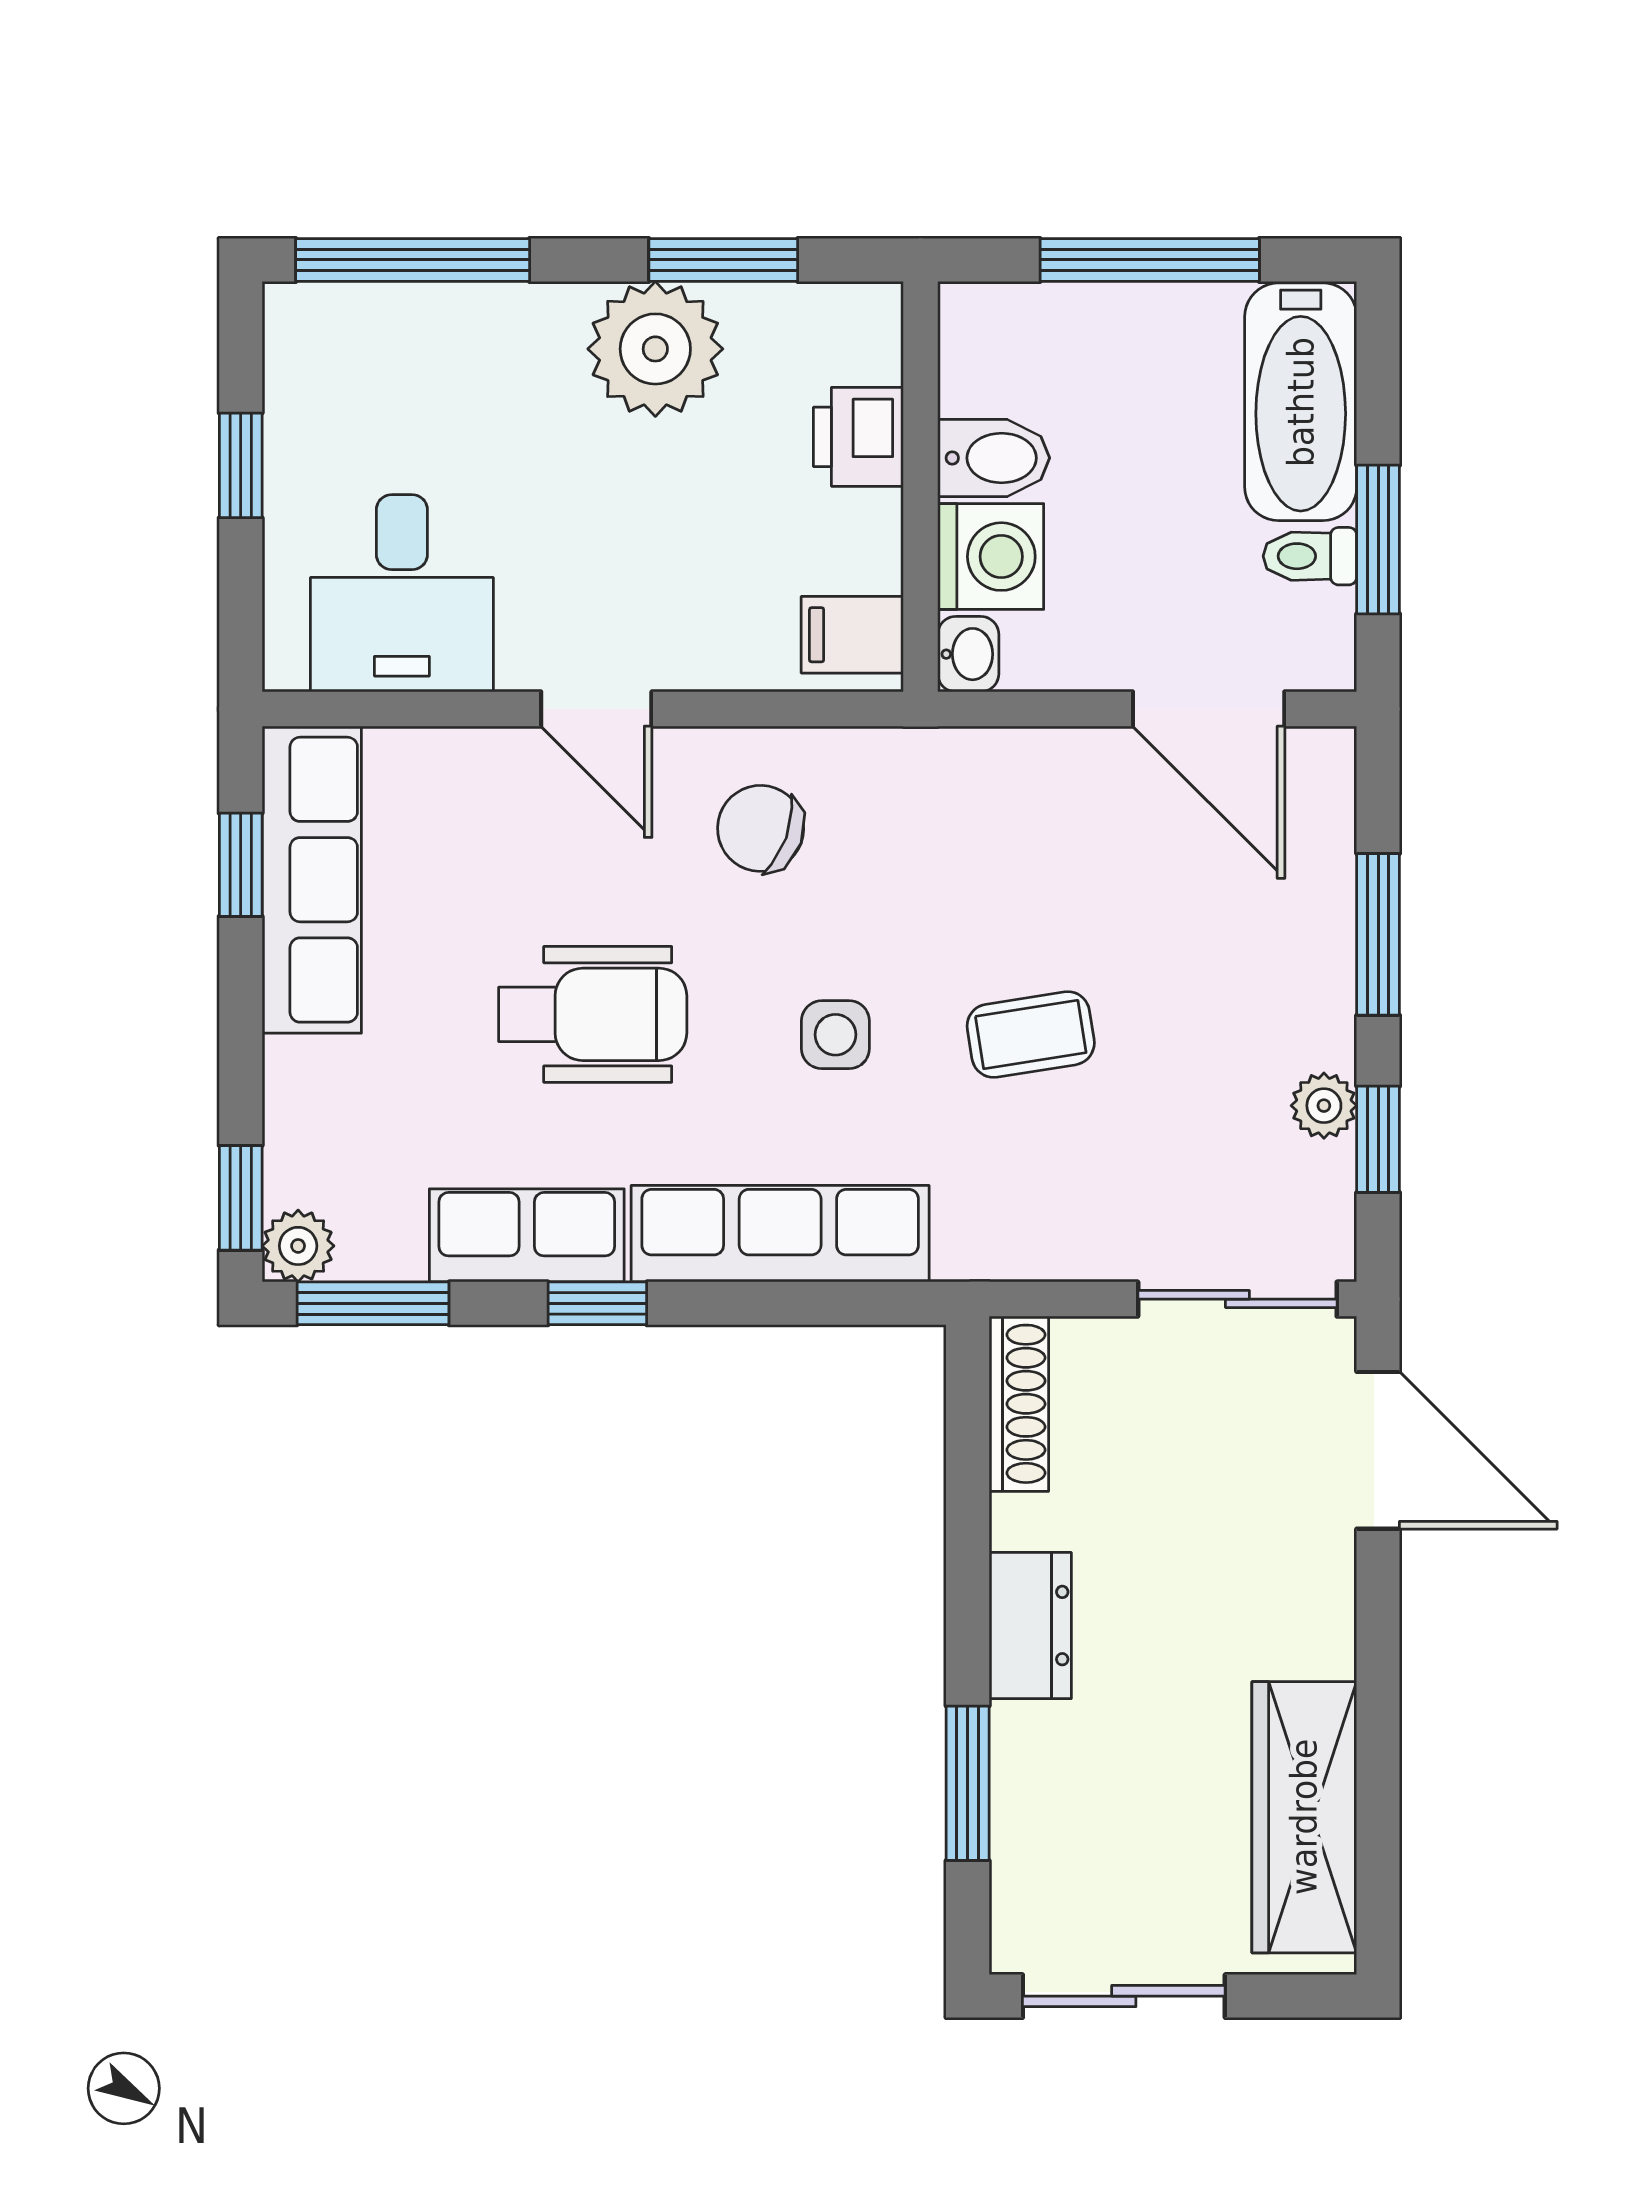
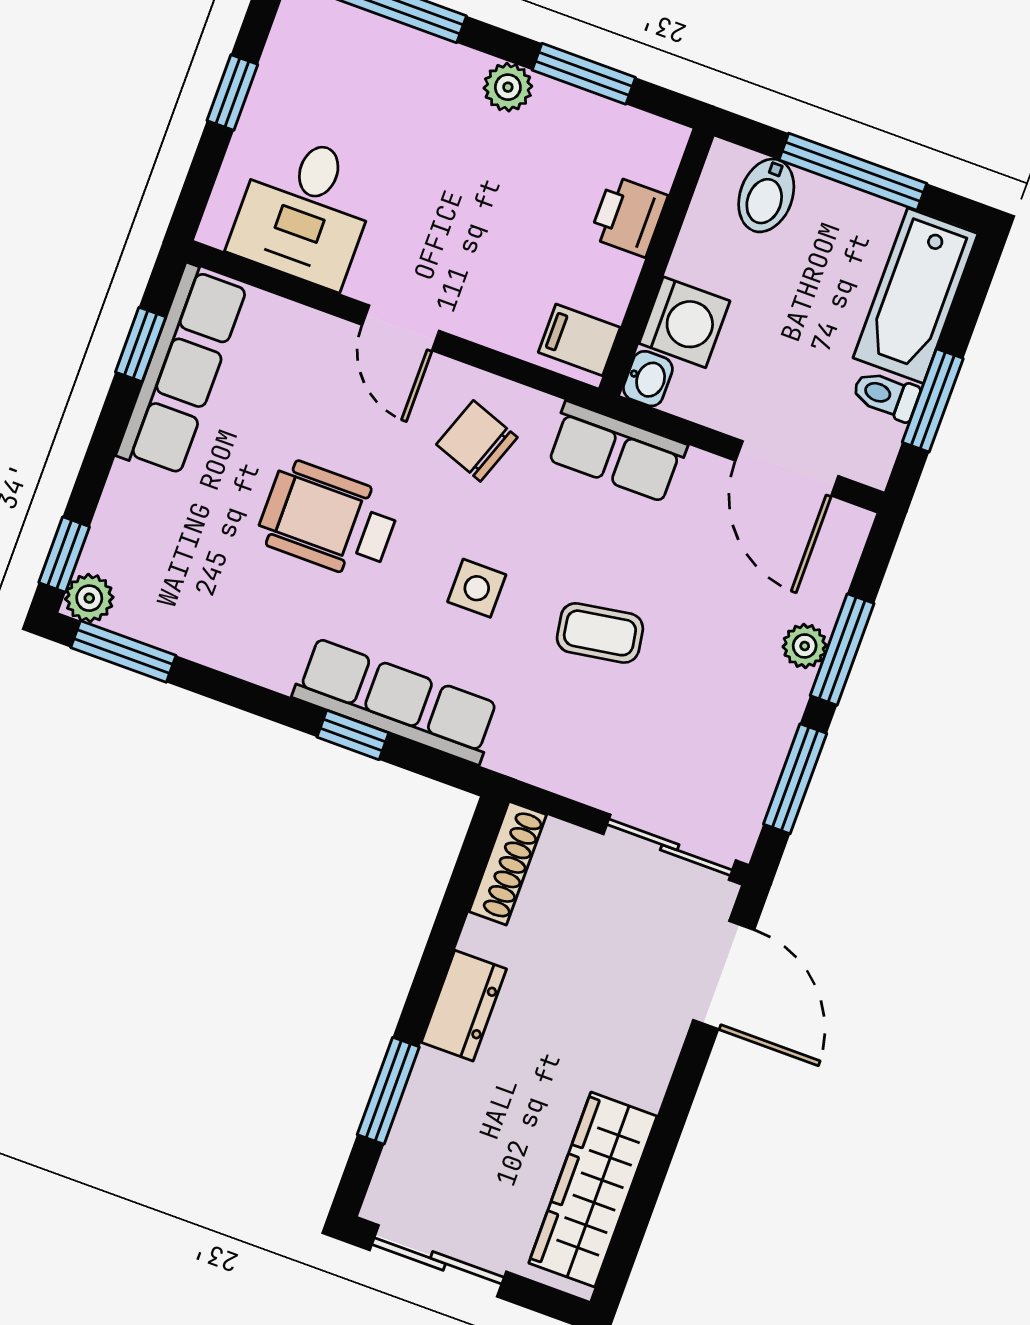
plant: (655, 349) -> (508, 87), width x0.53, depth x0.53
bidet: (994, 458) -> (766, 195), moved, turned 90
wheelchair: (593, 1014) -> (328, 520), turned 180
plant: (1324, 1106) -> (805, 646), moved
window: (1378, 1139) -> (795, 779), width x1.50
row of seats: (527, 1235) -> (616, 452), moved, turned 180
window: (597, 1303) -> (353, 735), moved

